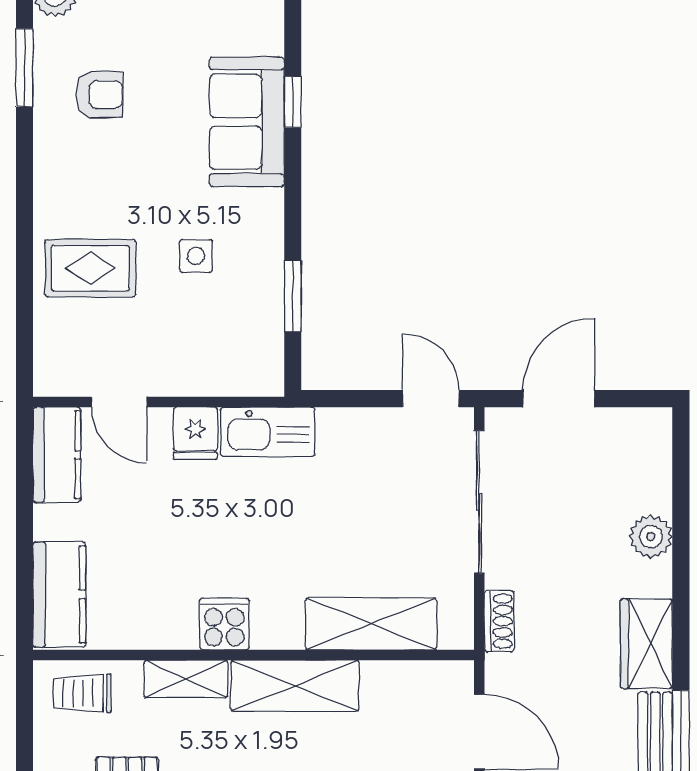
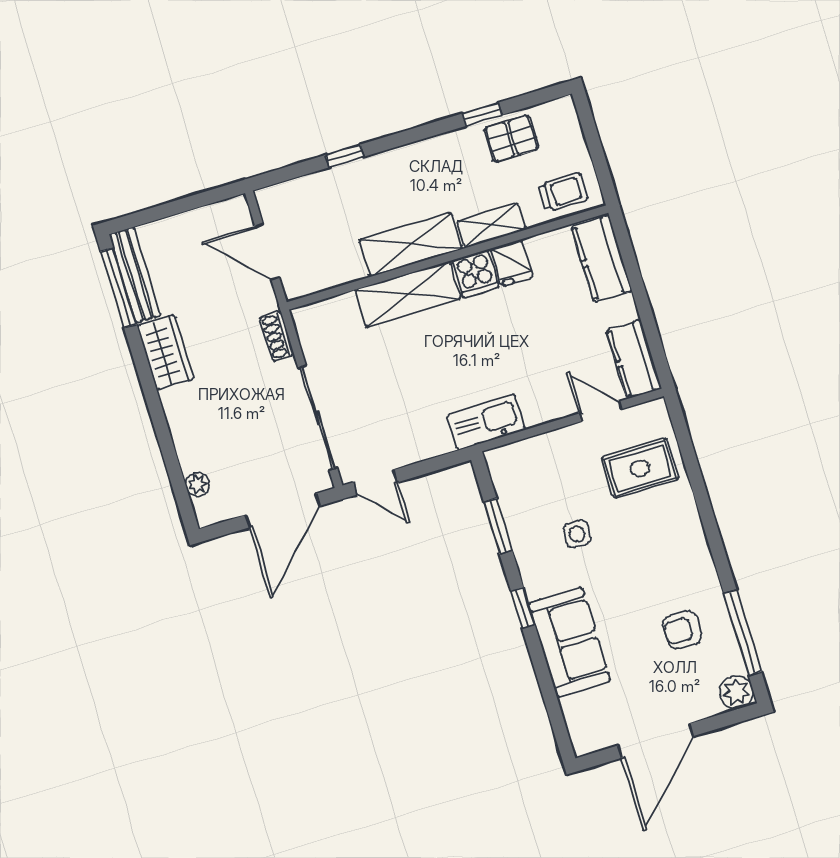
window: (25, 68) -> (743, 633), width x1.44
window: (293, 102) -> (523, 608), moved
rug: (90, 268) -> (640, 468), moved
door: (559, 399) -> (283, 510), width x1.36
fridge: (195, 433) -> (512, 263), moved, turned 180
plant: (651, 537) -> (197, 484), moved, width x0.73, depth x0.73
shelving: (371, 624) -> (408, 294), moved

